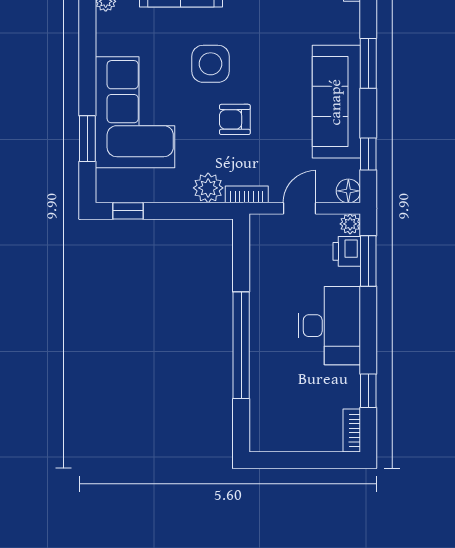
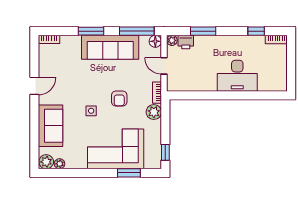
side table: (211, 64) -> (91, 111), width x0.54, depth x0.54
window: (368, 154) -> (137, 31), width x2.17
window: (368, 261) -> (203, 31), moved
desk: (329, 326) -> (237, 76), moved, turned 180
window: (241, 345) -> (233, 95), removed

